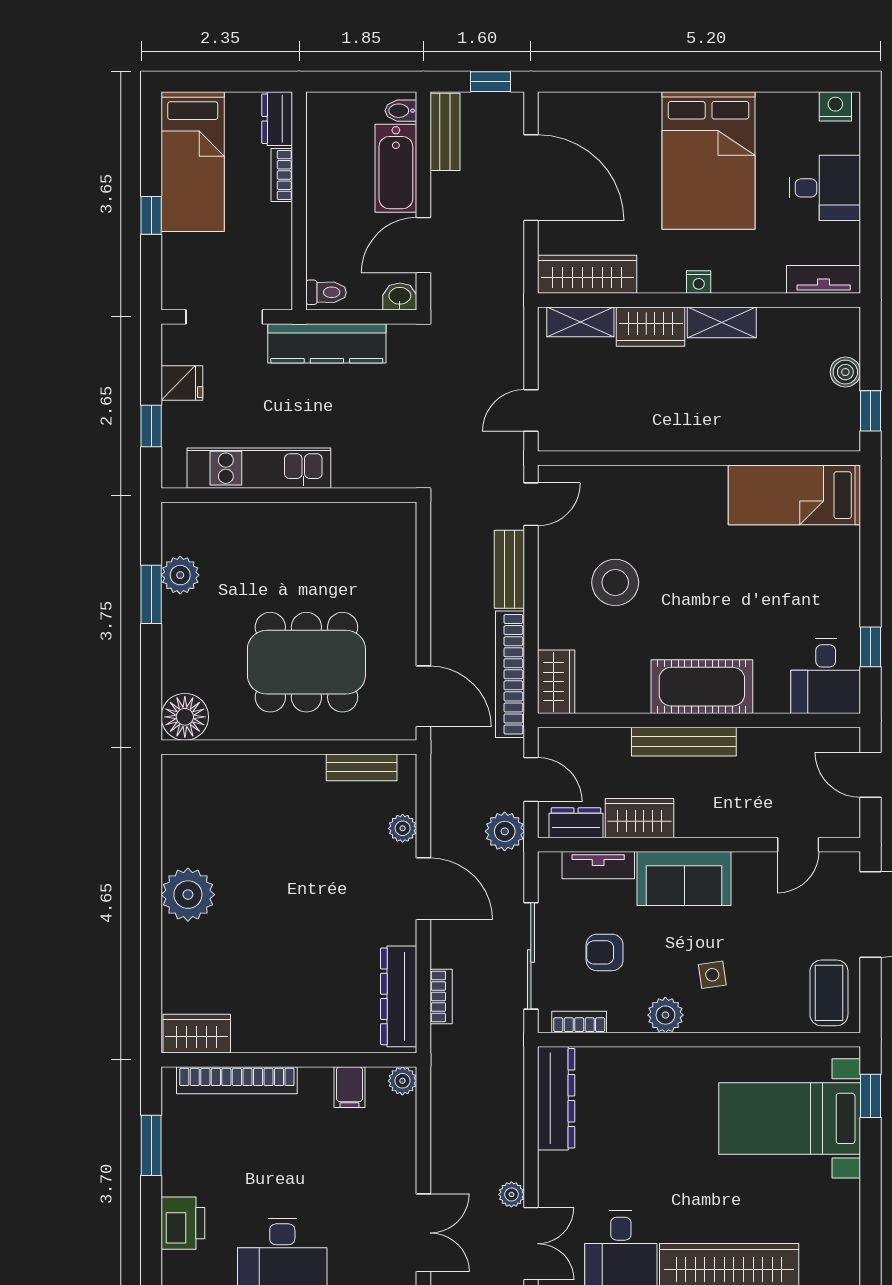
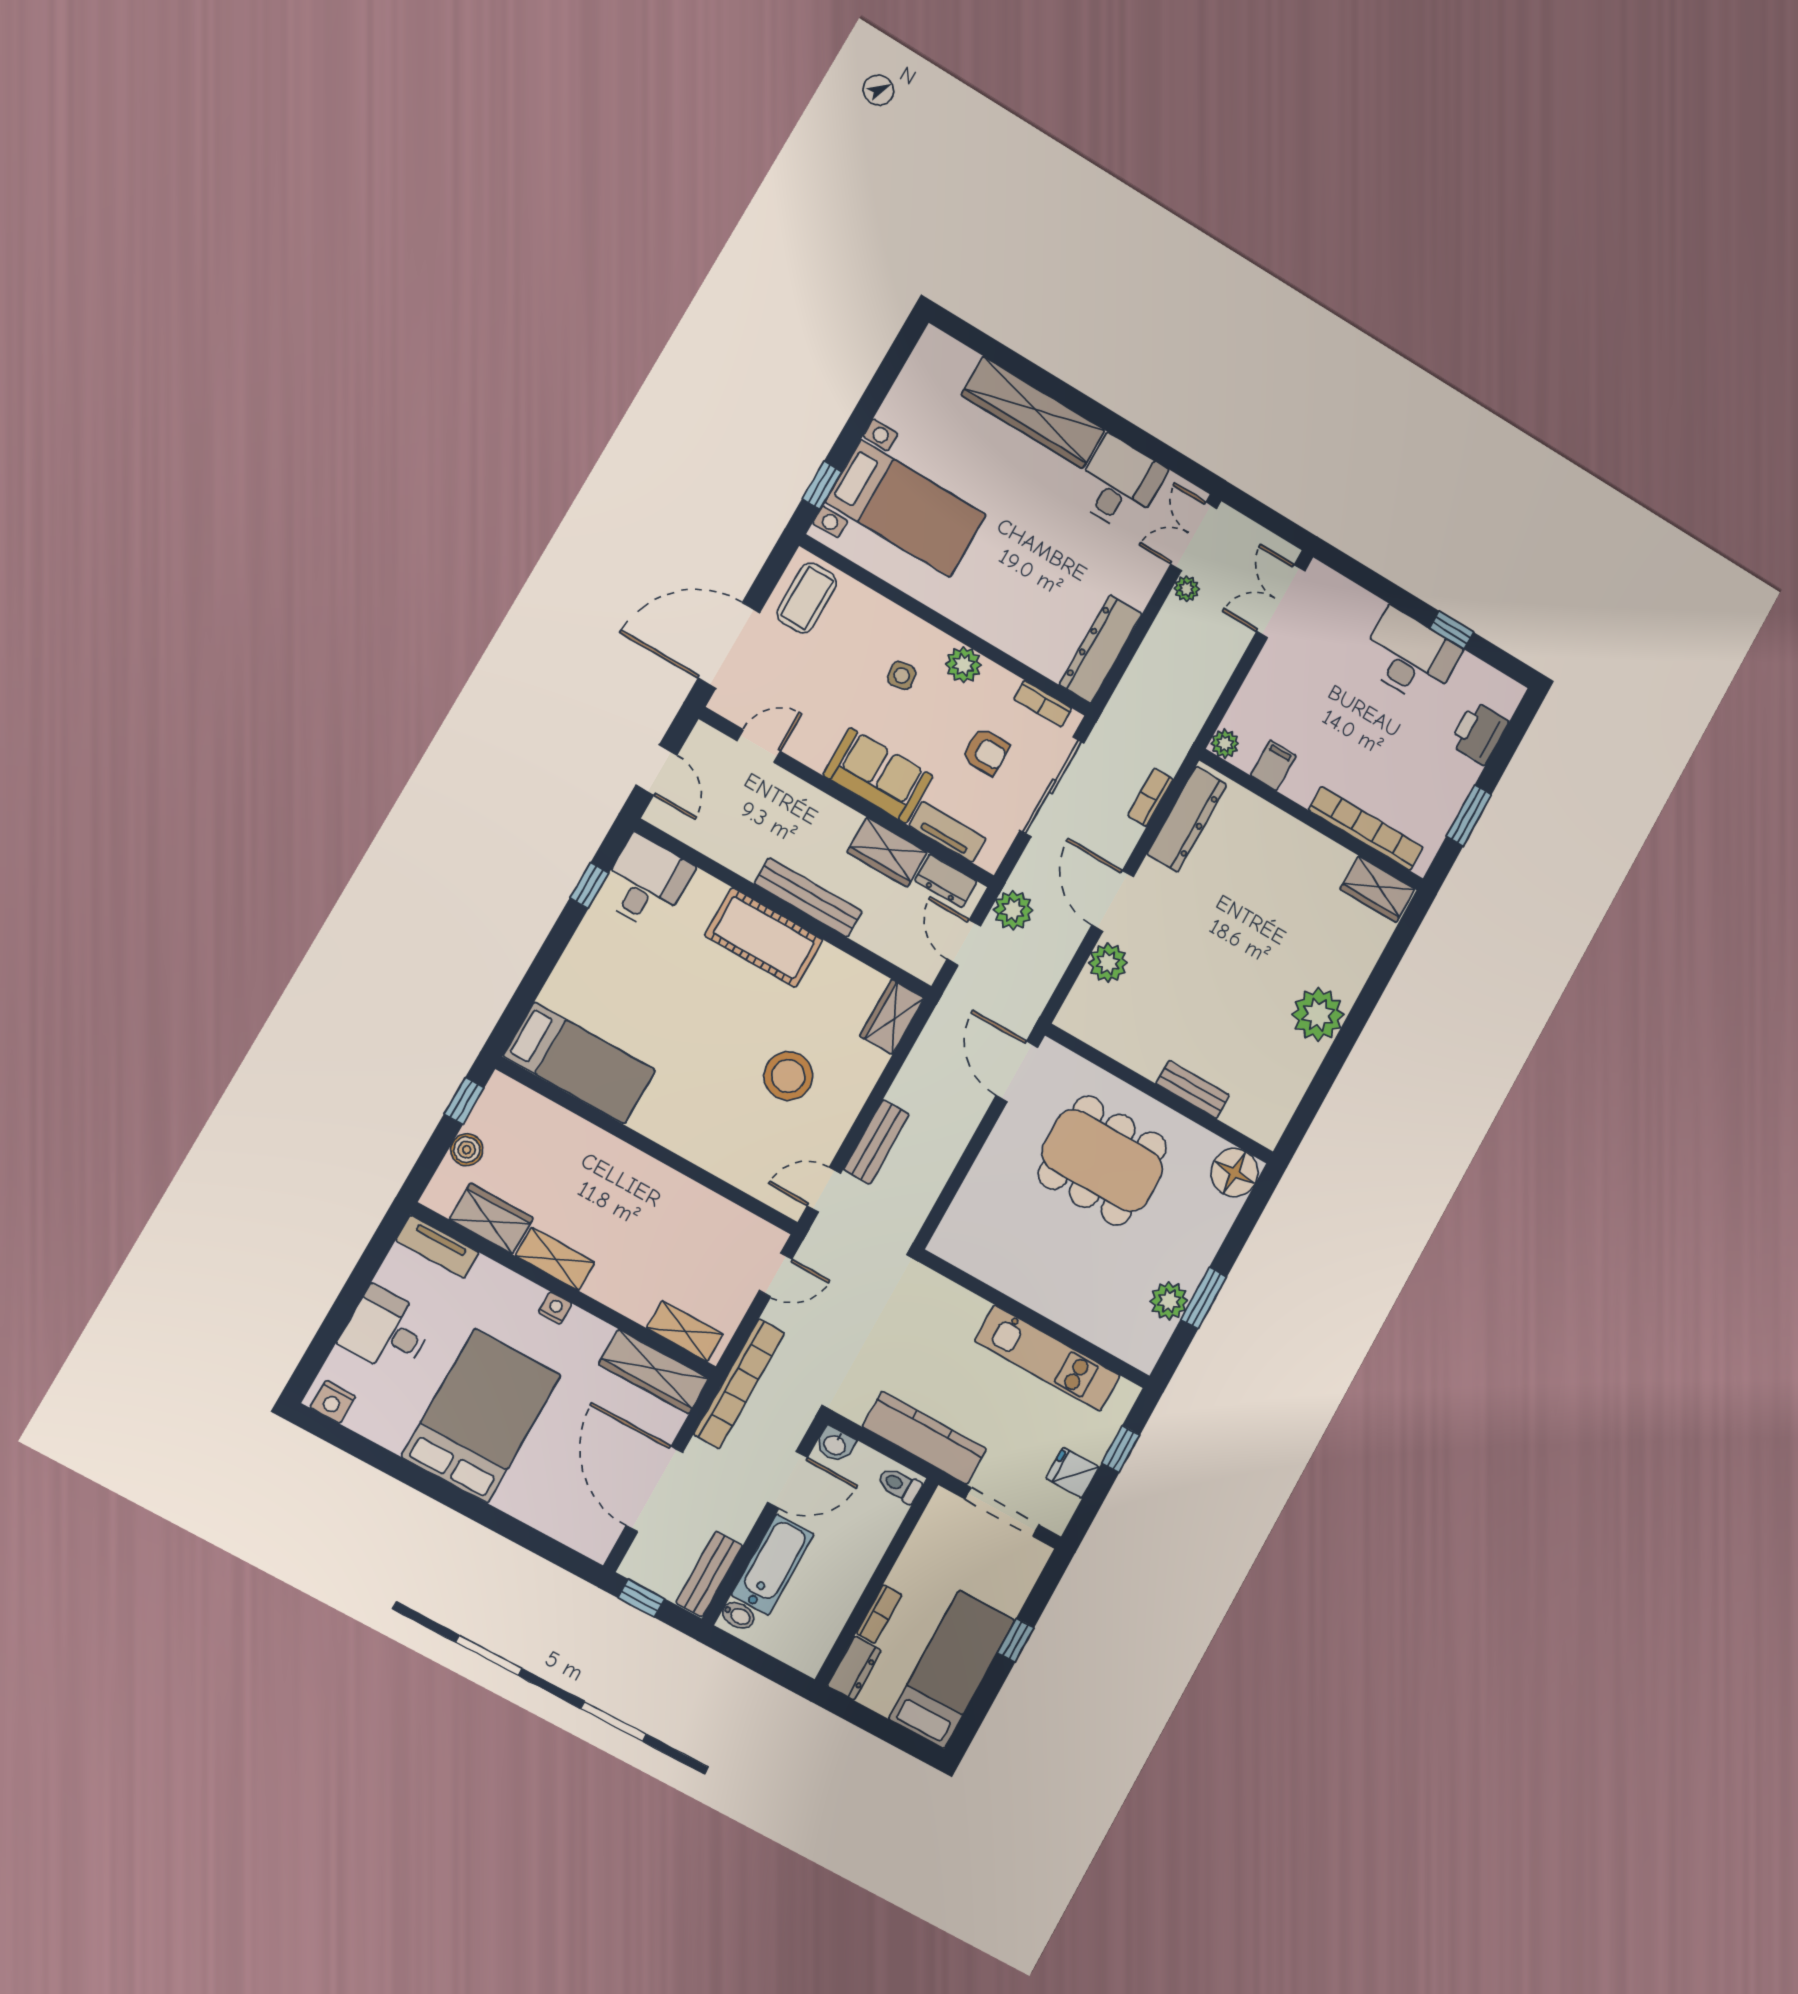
wardrobe: (651, 327) -> (491, 1219), moved
bookcase: (510, 674) -> (739, 1384), moved
bench: (362, 767) -> (1193, 1089), moved
plant: (403, 828) -> (1108, 963), width x1.38, depth x1.38

